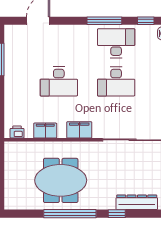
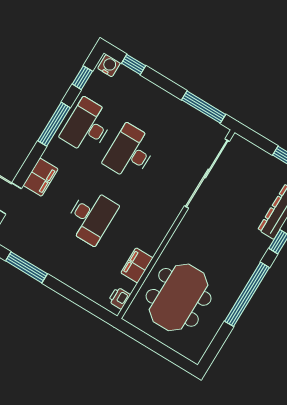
desk: (116, 81) -> (130, 152), turned 180
filing cabinet: (79, 130) -> (41, 177), moved, turned 180
meeting table: (61, 180) -> (179, 297), moved

